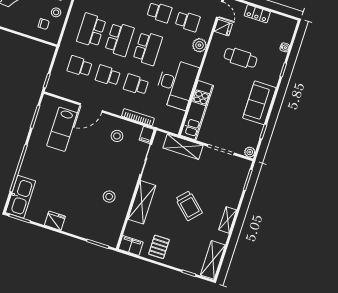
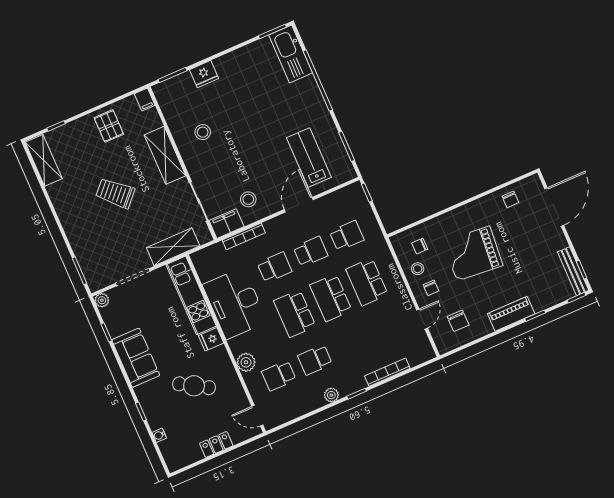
fridge: (223, 28) -> (211, 339), moved
school desk: (91, 30) -> (367, 282), turned 180
cafe table: (241, 58) -> (194, 386), turned 31
filing cabinet: (147, 135) -> (227, 224), width x2.00
shelving: (228, 220) -> (64, 213), removed
fridge: (55, 221) -> (204, 74), moved
filing cabinet: (131, 246) -> (145, 100), width x0.50

